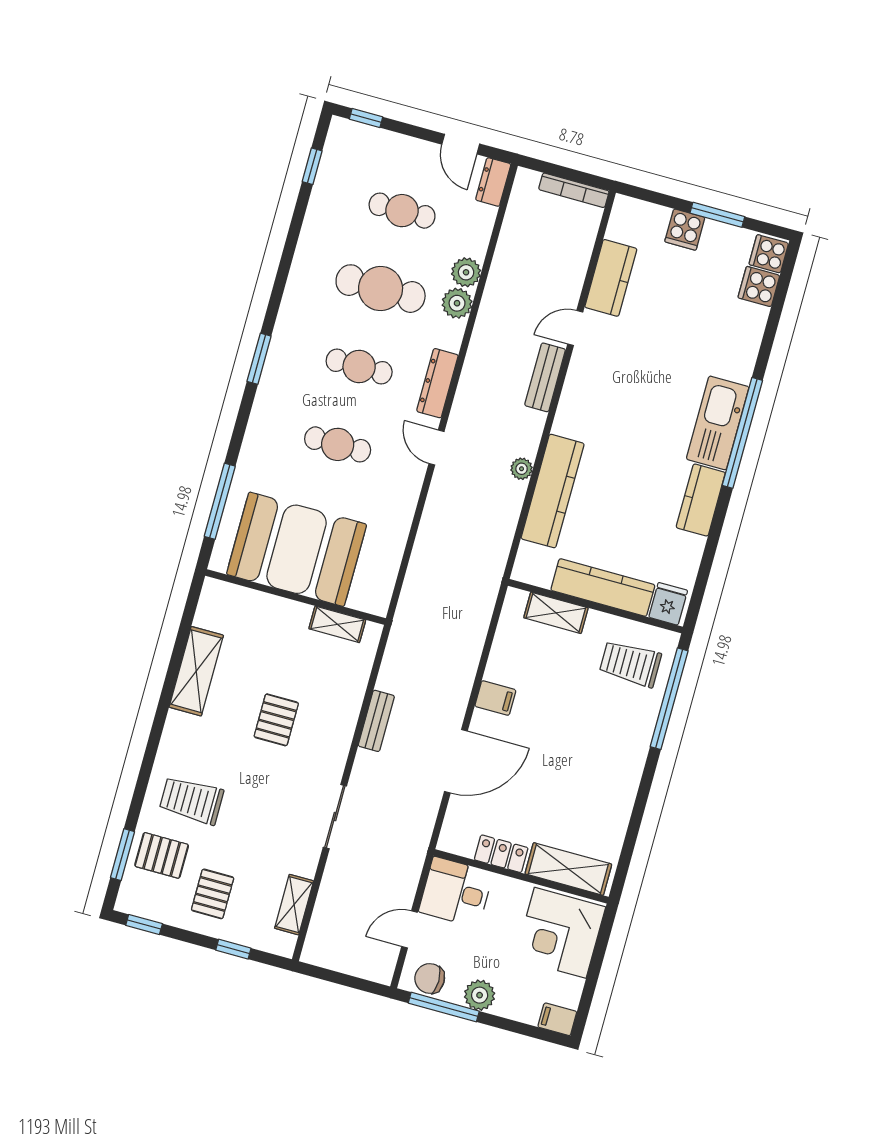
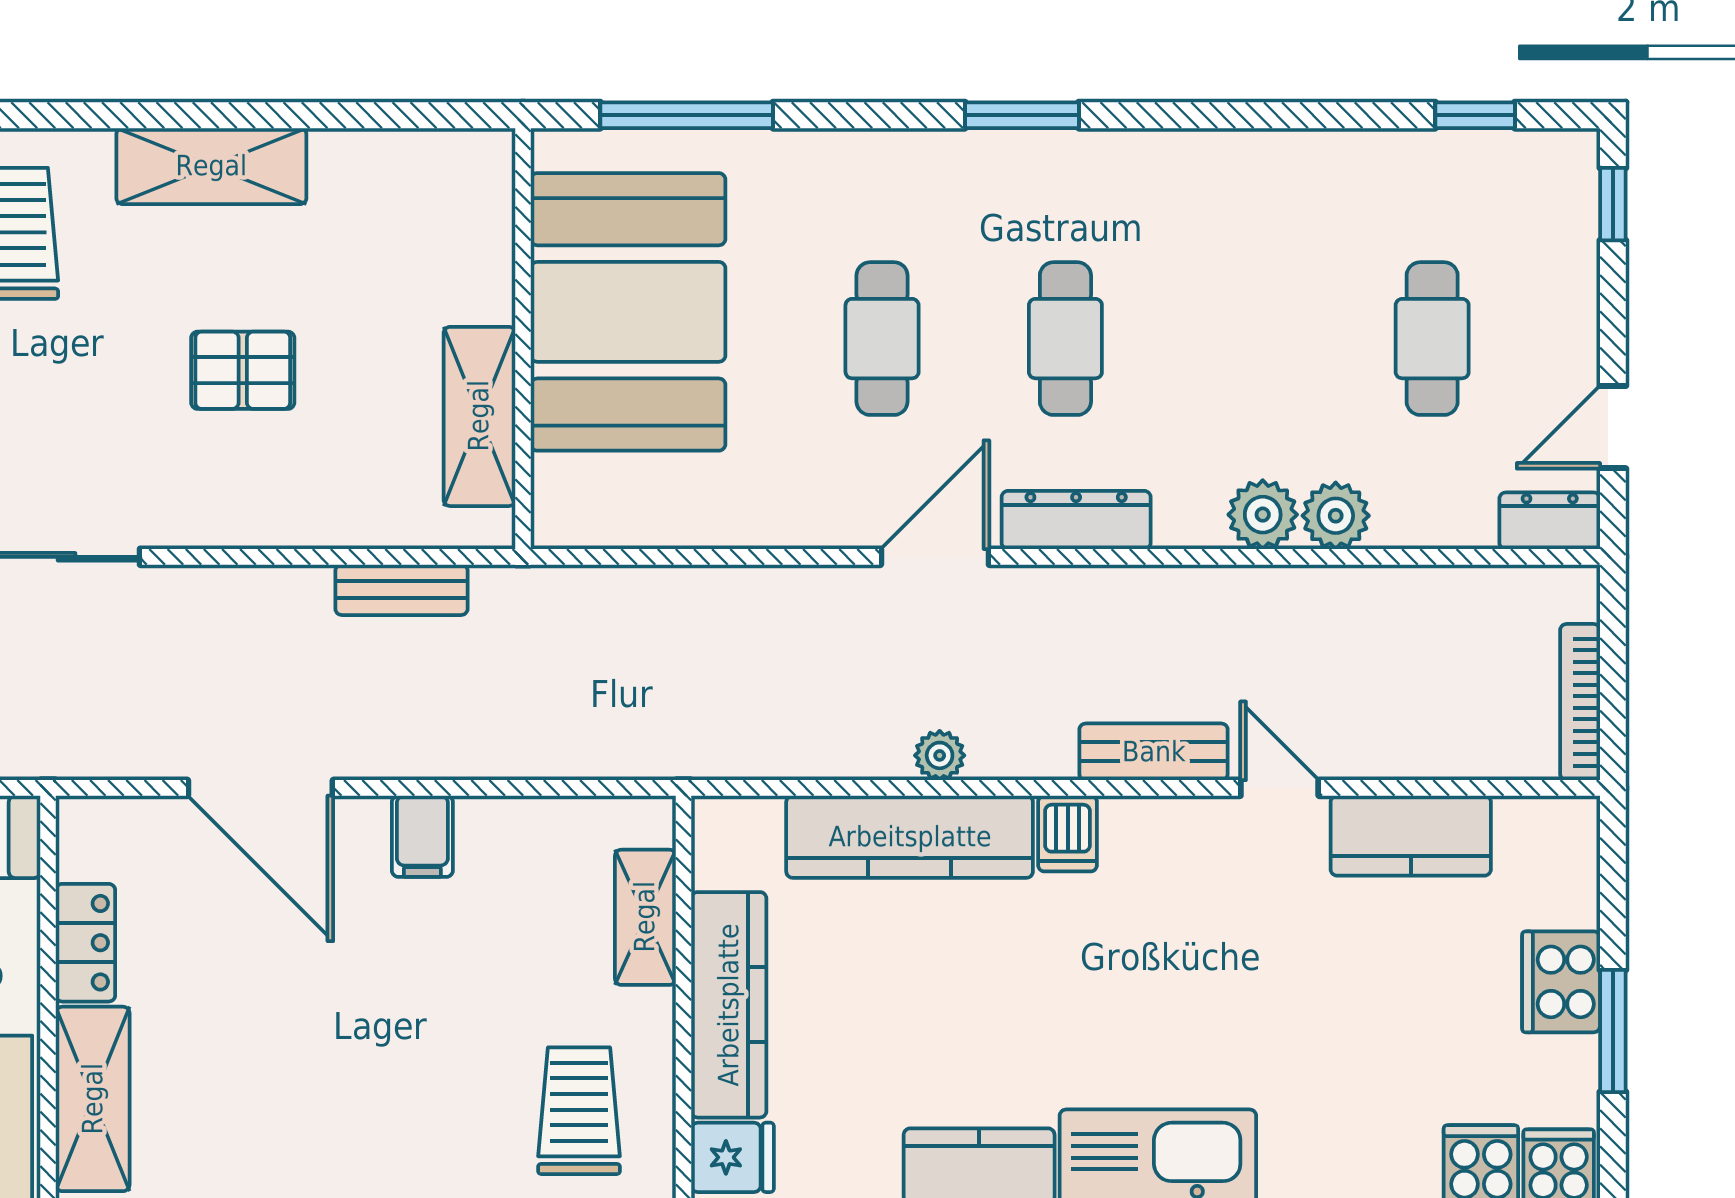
cooker: (685, 230) -> (1561, 982), width x1.36
cafe table: (381, 289) -> (1249, 339), removed
dishwasher: (570, 424) -> (1068, 834), added
door: (437, 447) -> (935, 557), width x1.38
shelving: (337, 624) -> (479, 416), width x1.50, depth x1.33
shelving: (196, 671) -> (211, 166), moved
bench: (376, 721) -> (401, 590), moved

